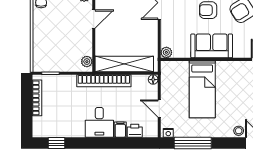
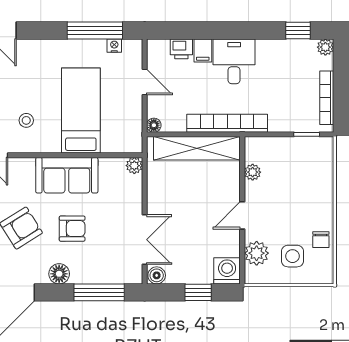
plant: (87, 62) -> (253, 172), moved
stool: (239, 131) -> (26, 120), moved
plant: (38, 132) -> (325, 47), added
nightstand: (168, 133) -> (114, 46), moved

